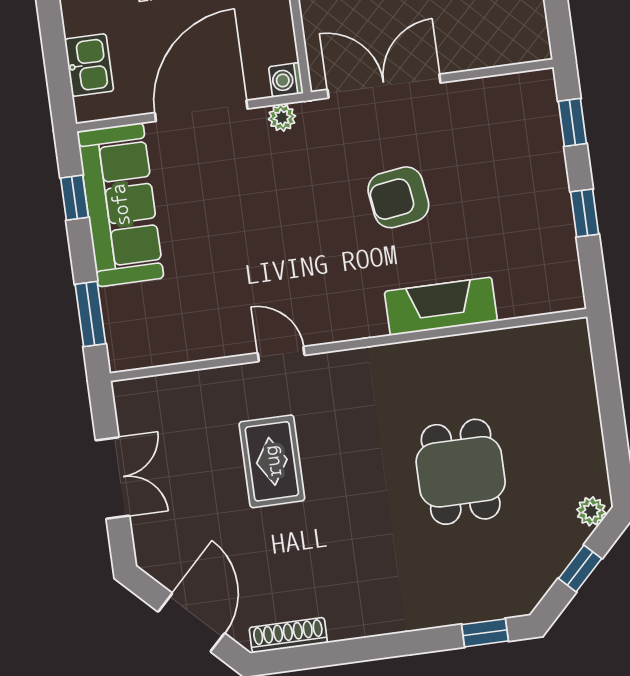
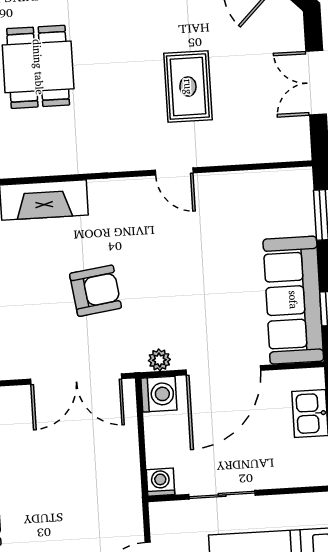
washing machine: (286, 80) -> (159, 394), width x1.38, depth x1.38
armchair: (398, 197) -> (96, 291), moved

